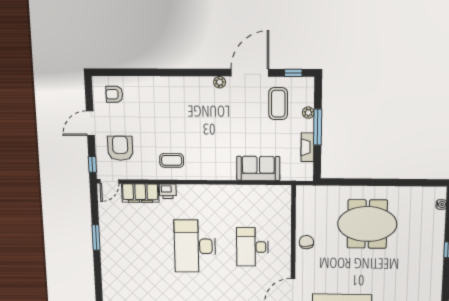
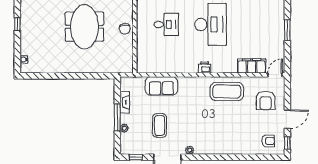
coffee table: (278, 104) -> (160, 125), moved
coffee table: (172, 160) -> (227, 91), width x1.86, depth x1.72
window: (92, 164) -> (287, 143), moved
printer: (168, 191) -> (205, 68), moved
meeting table: (367, 224) -> (84, 27), moved, turned 90
desk: (252, 247) -> (166, 24), width x0.73

